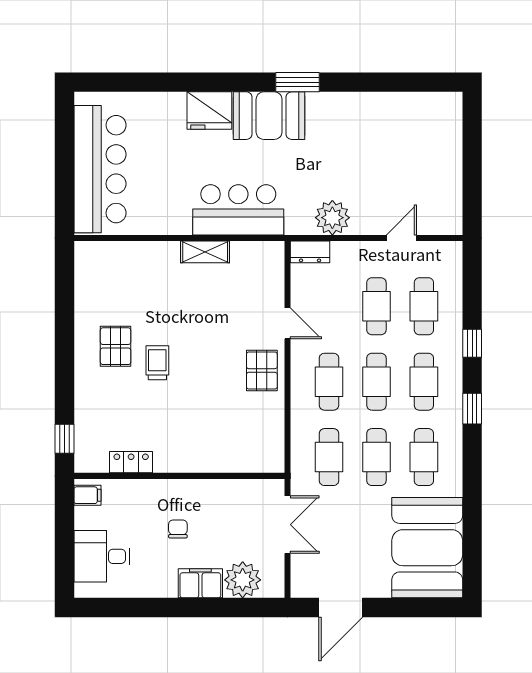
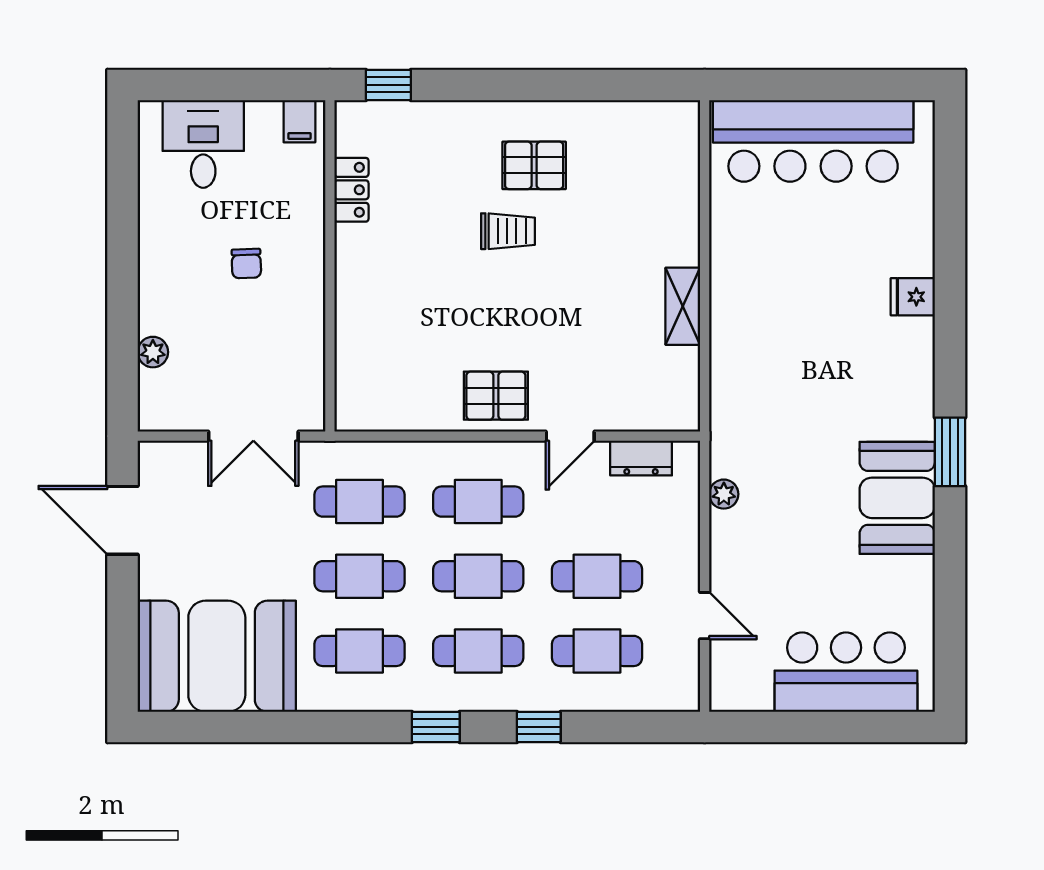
fridge: (209, 110) -> (913, 297), width x0.53, depth x0.75
booth: (269, 116) -> (897, 498), moved
bar counter: (238, 210) -> (846, 672), moved, turned -90
plant: (332, 218) -> (724, 494), width x0.53, depth x0.53
dresser: (310, 252) -> (641, 458), moved, turned -90
chair: (178, 529) -> (246, 264), turned 88
plant: (243, 580) -> (153, 352), width x0.53, depth x0.53
filing cabinet: (200, 583) -> (161, 299), removed

